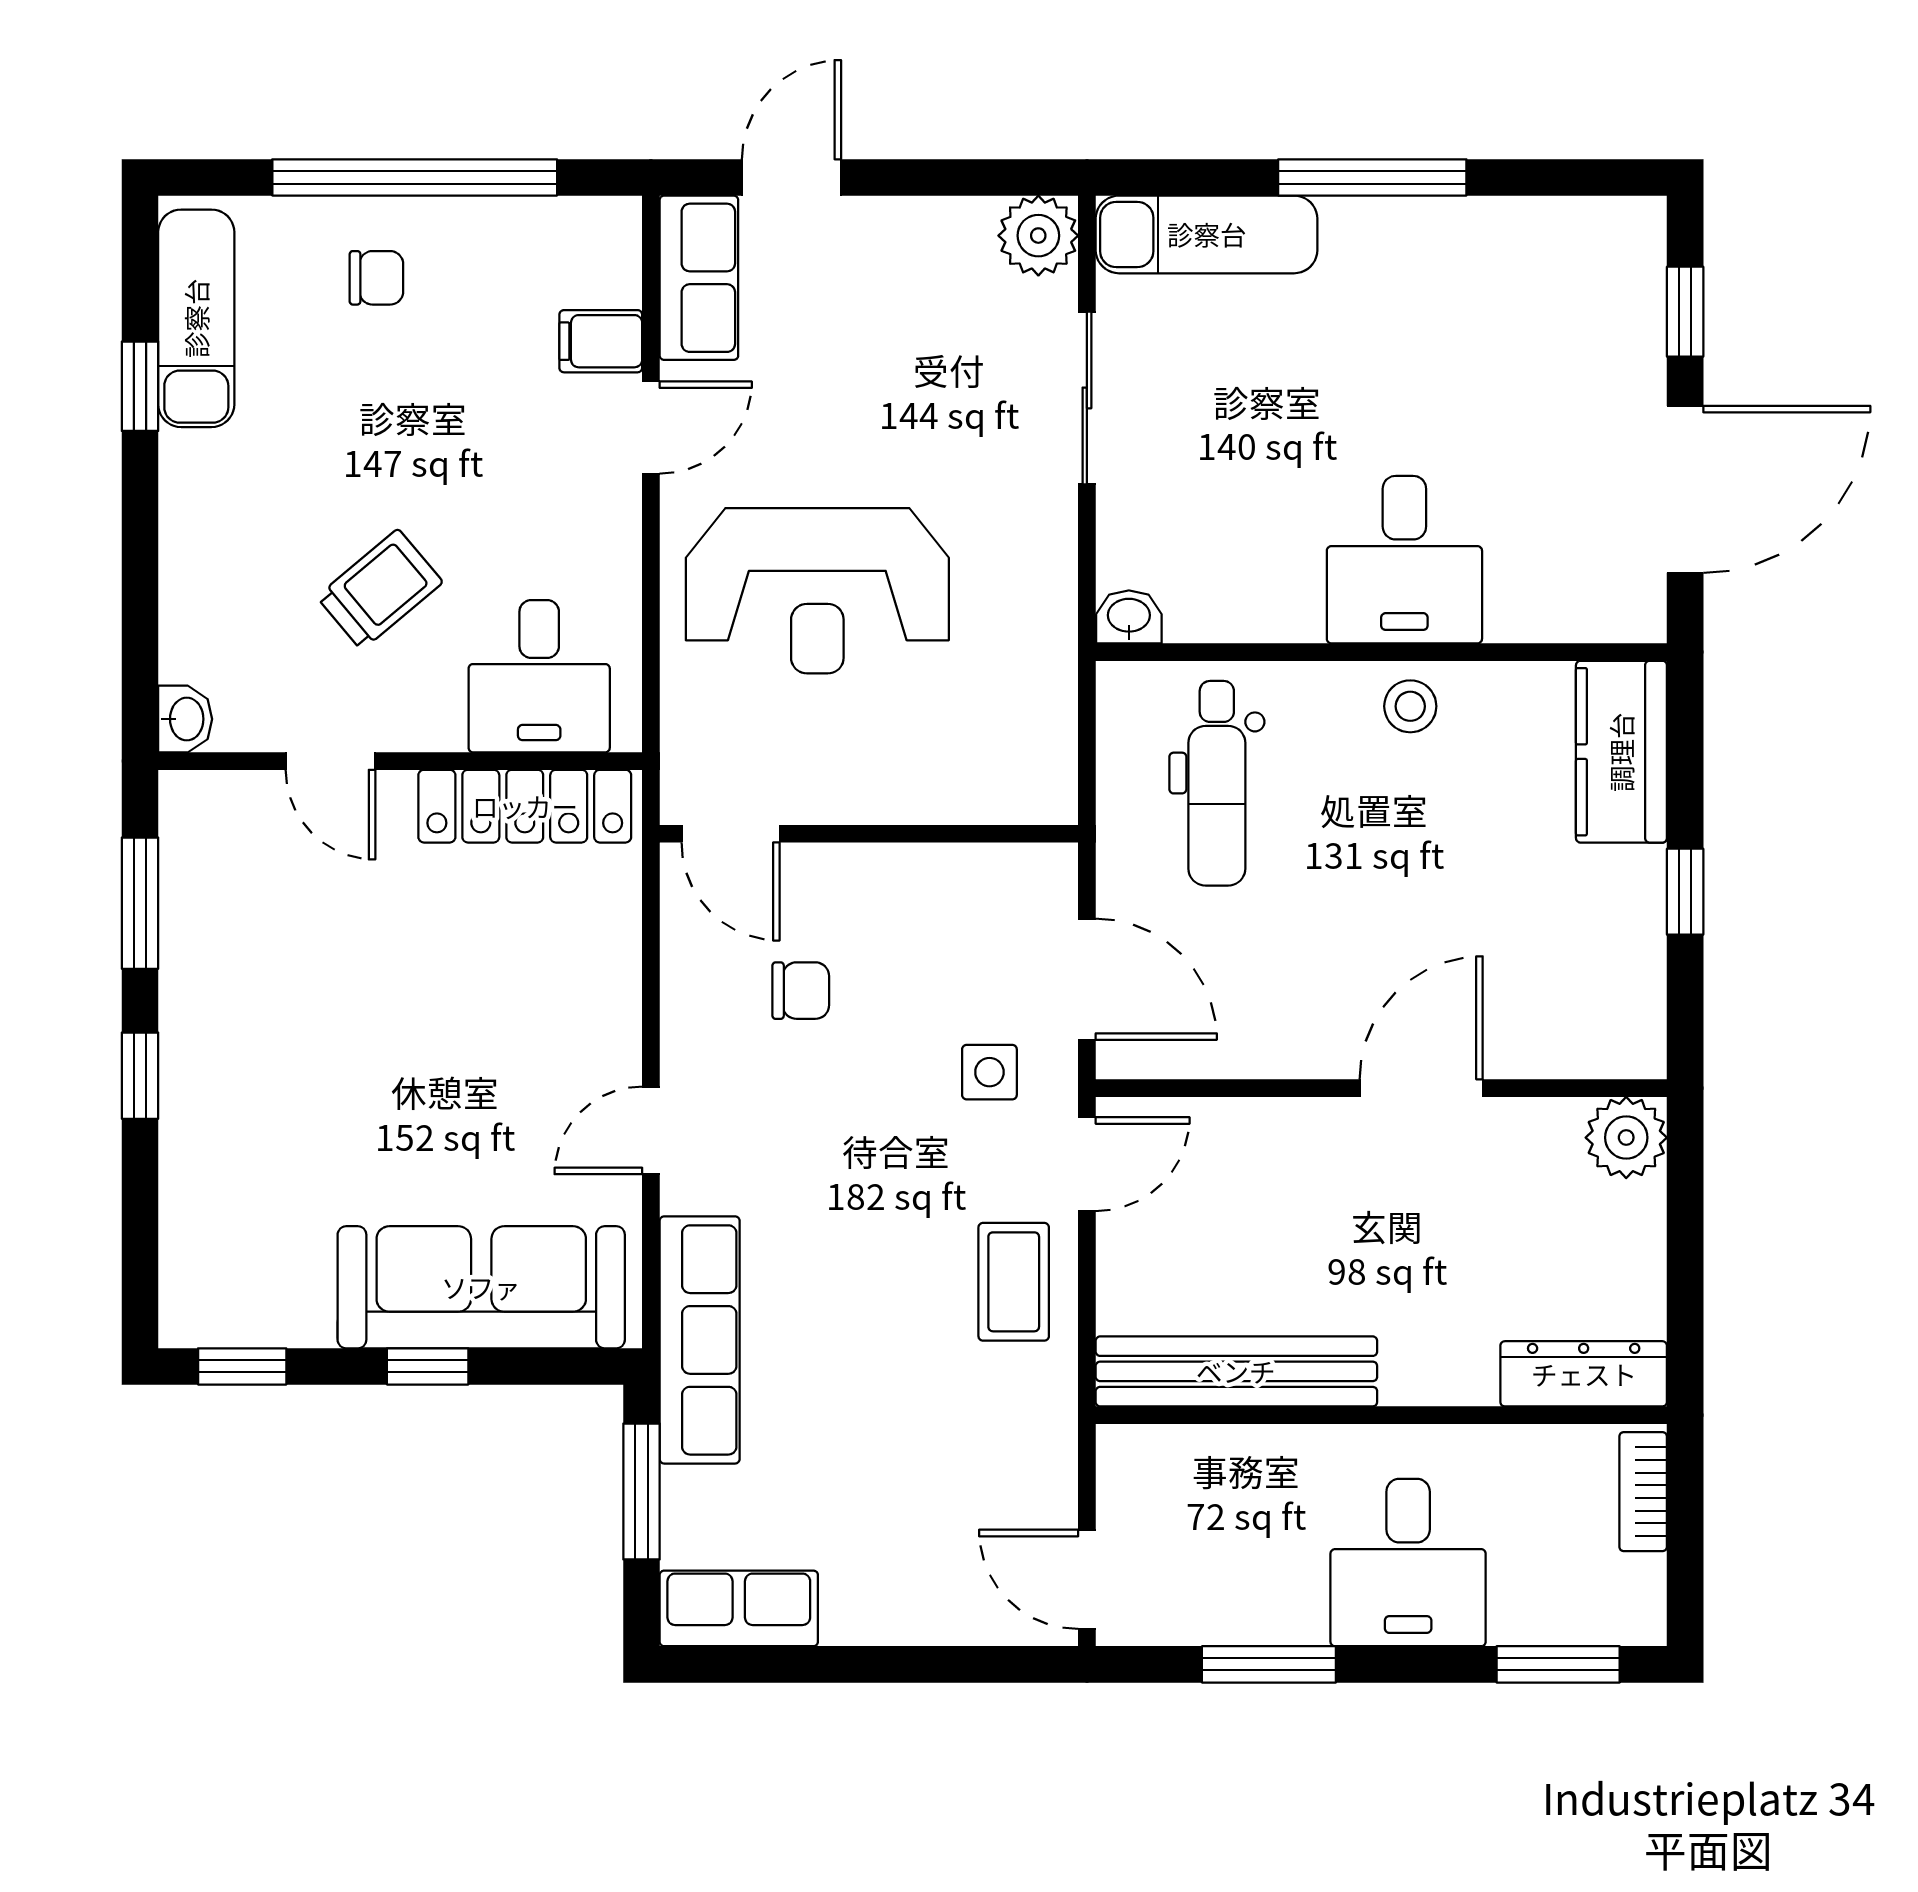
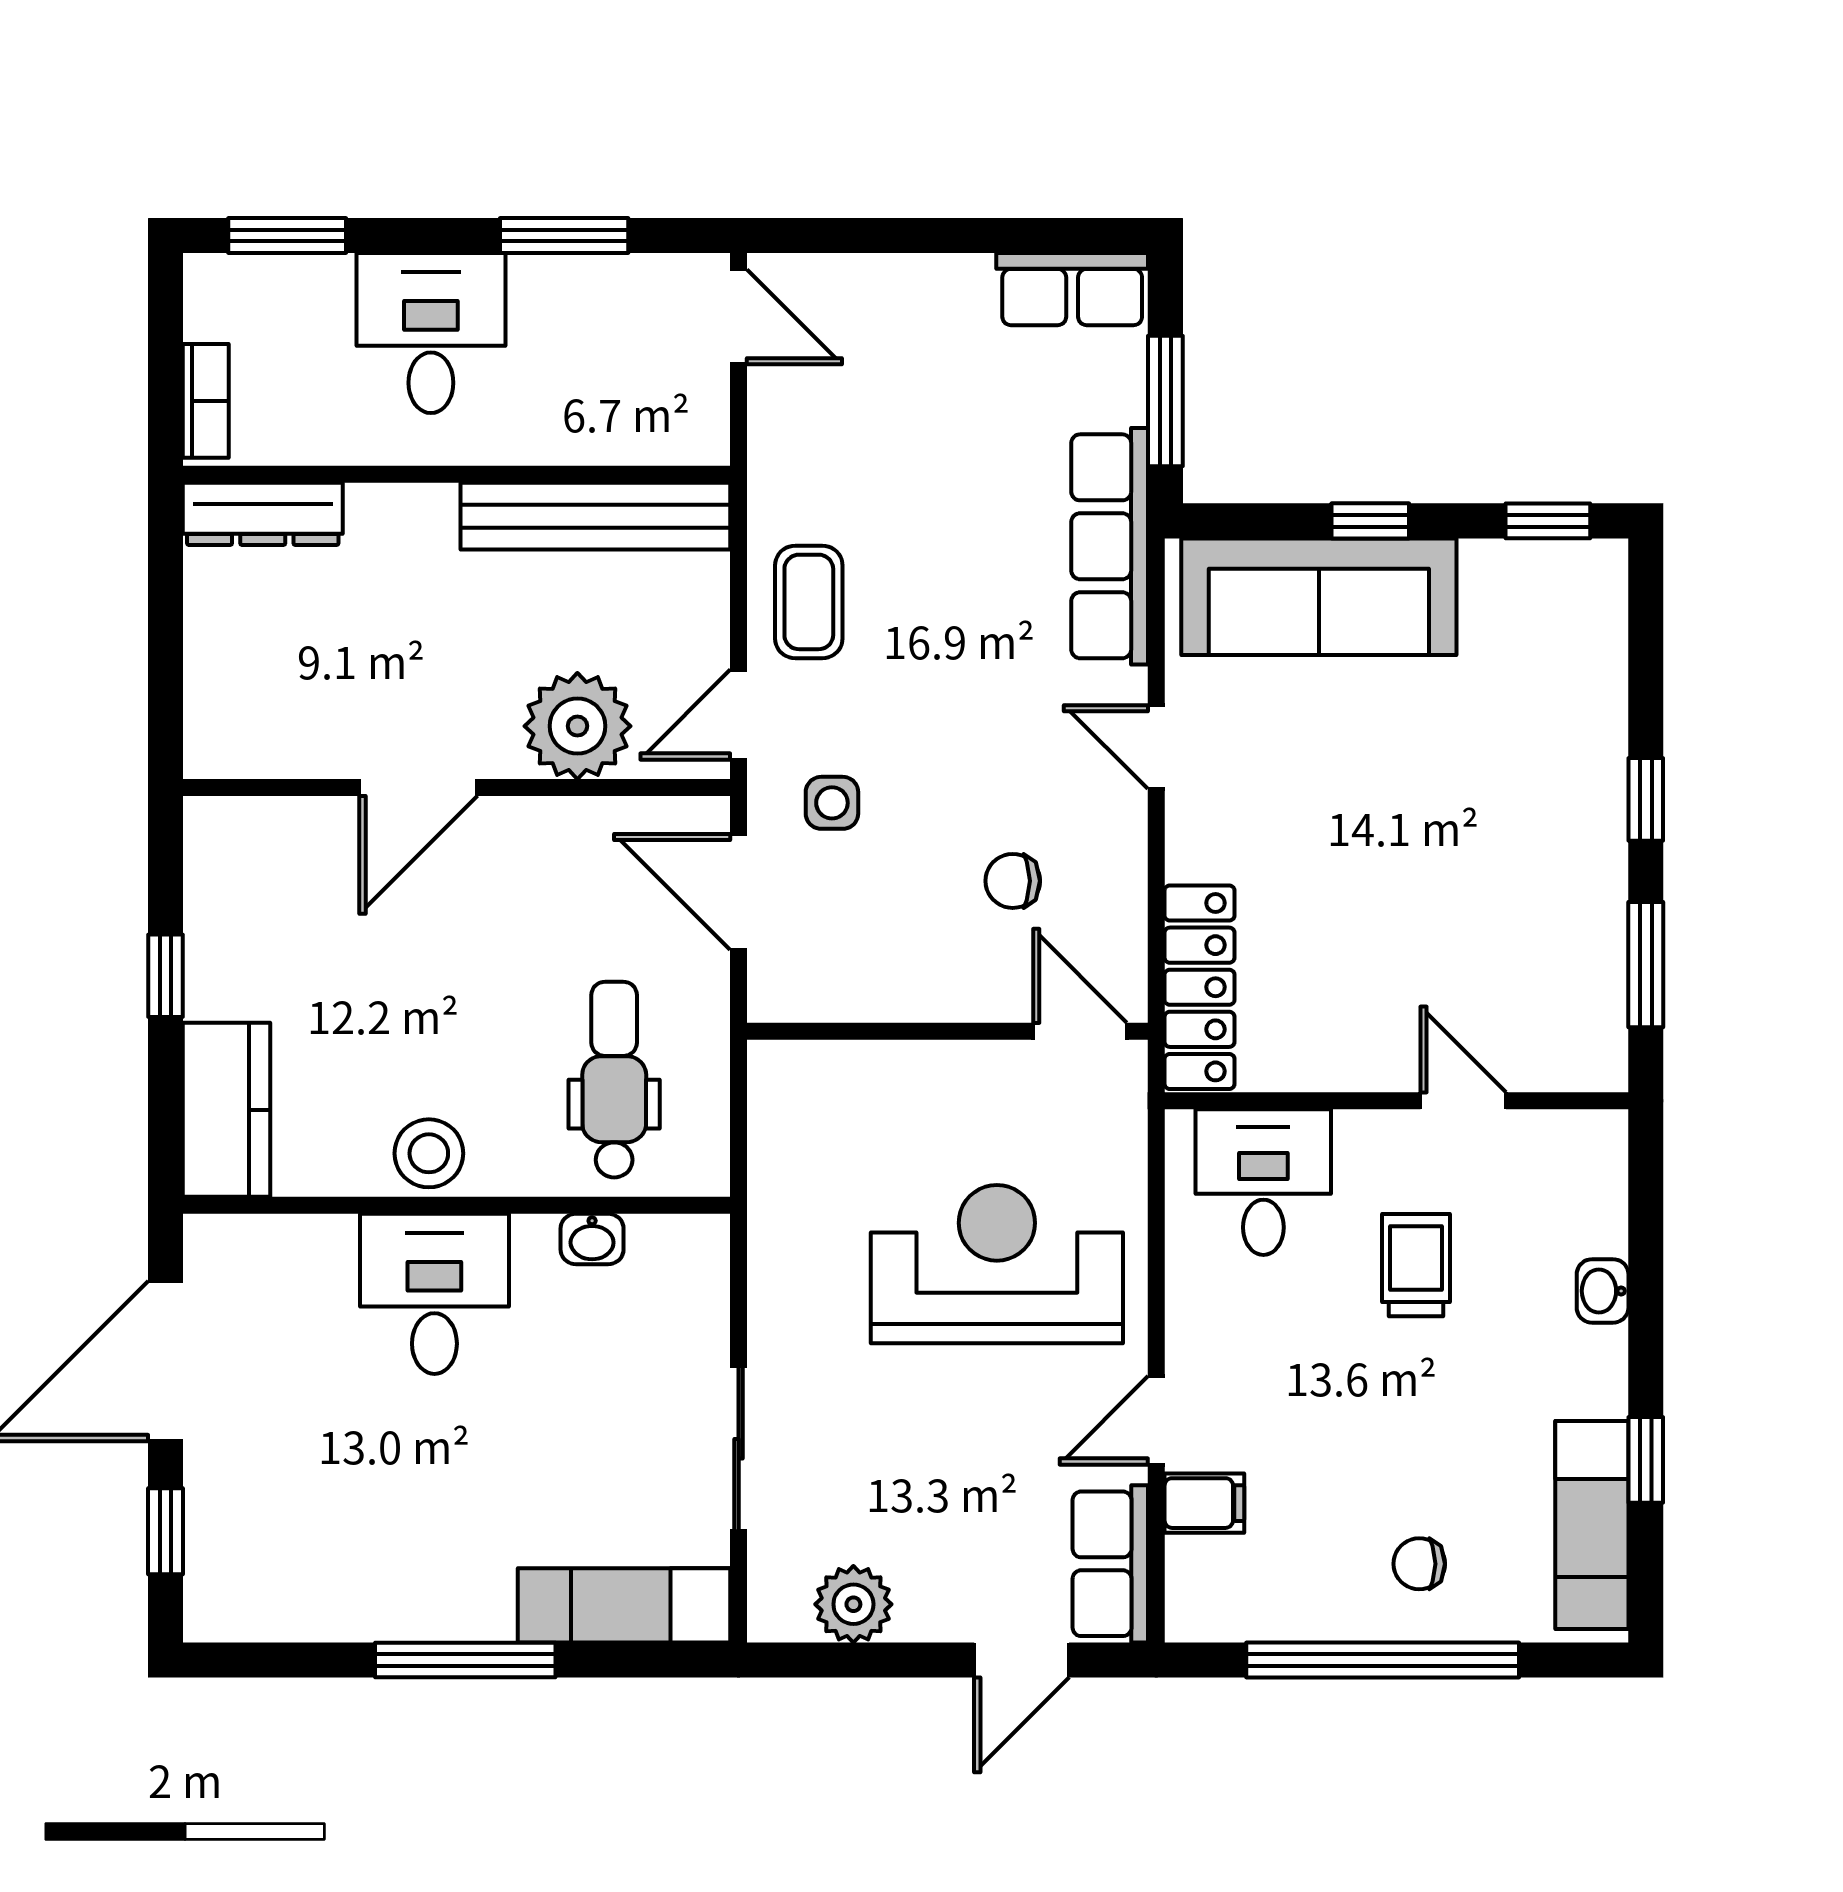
plant: (1038, 236) -> (853, 1604), moved
trolley: (380, 590) -> (1416, 1265), turned 130
washbasin: (1129, 617) -> (592, 1239), moved
stool: (1410, 706) -> (429, 1153), width x1.37, depth x1.37
washbasin: (185, 719) -> (1603, 1291), moved
locker: (525, 806) -> (1200, 987), moved, turned 90
door: (651, 1130) -> (1156, 747), swing flipped
plant: (1626, 1138) -> (577, 726), moved, width x1.36, depth x1.36

